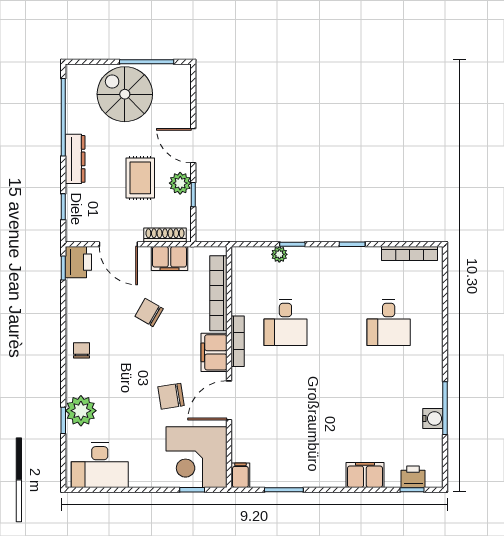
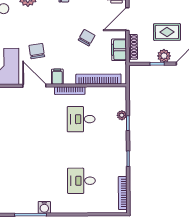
filing cabinet: (214, 352) -> (57, 77), width x0.50
water cooler: (433, 419) -> (44, 207), moved

